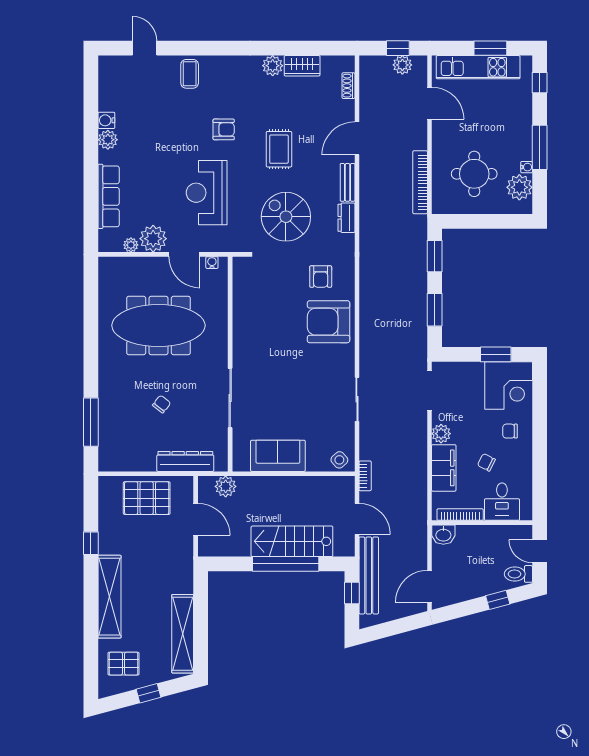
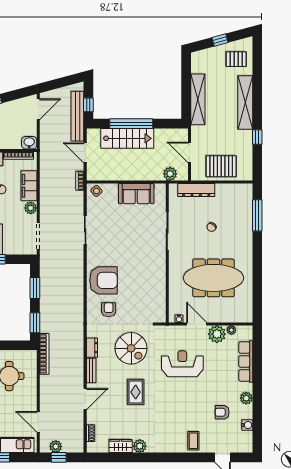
water cooler: (106, 120) -> (247, 425), moved
armchair: (224, 129) -> (222, 412), moved
bookcase: (420, 182) -> (44, 354), moved
reception desk: (207, 193) -> (182, 364), turned -90
shelving: (183, 634) -> (198, 99), moved

